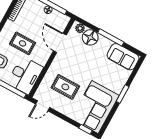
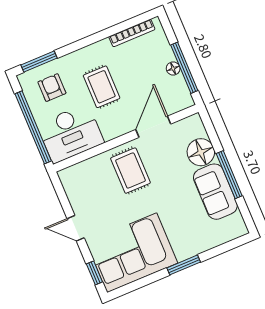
plant: (80, 28) -> (197, 129), removed
sofa: (123, 57) -> (215, 192), moved
rug: (65, 87) -> (130, 171), moved
door: (43, 106) -> (76, 228), moved

